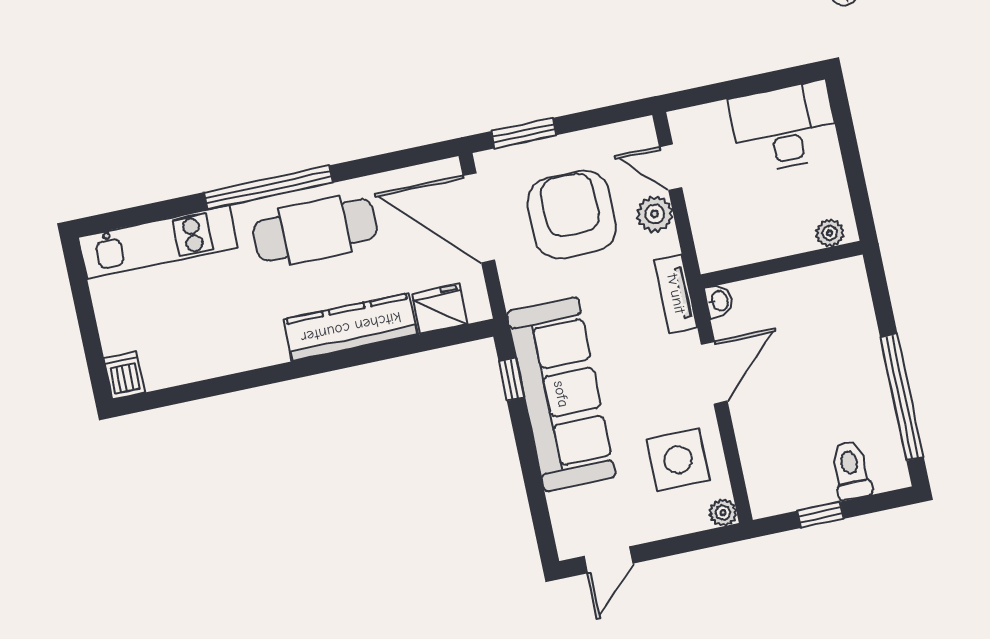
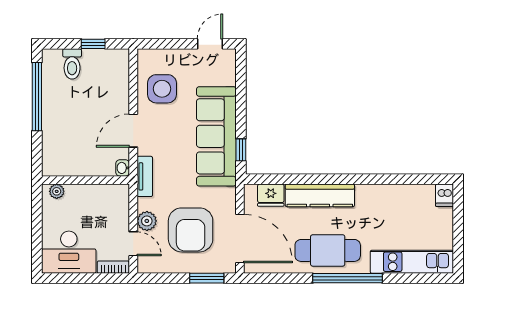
bookcase: (698, 117) -> (113, 267), added
plant: (723, 513) -> (144, 56), removed

